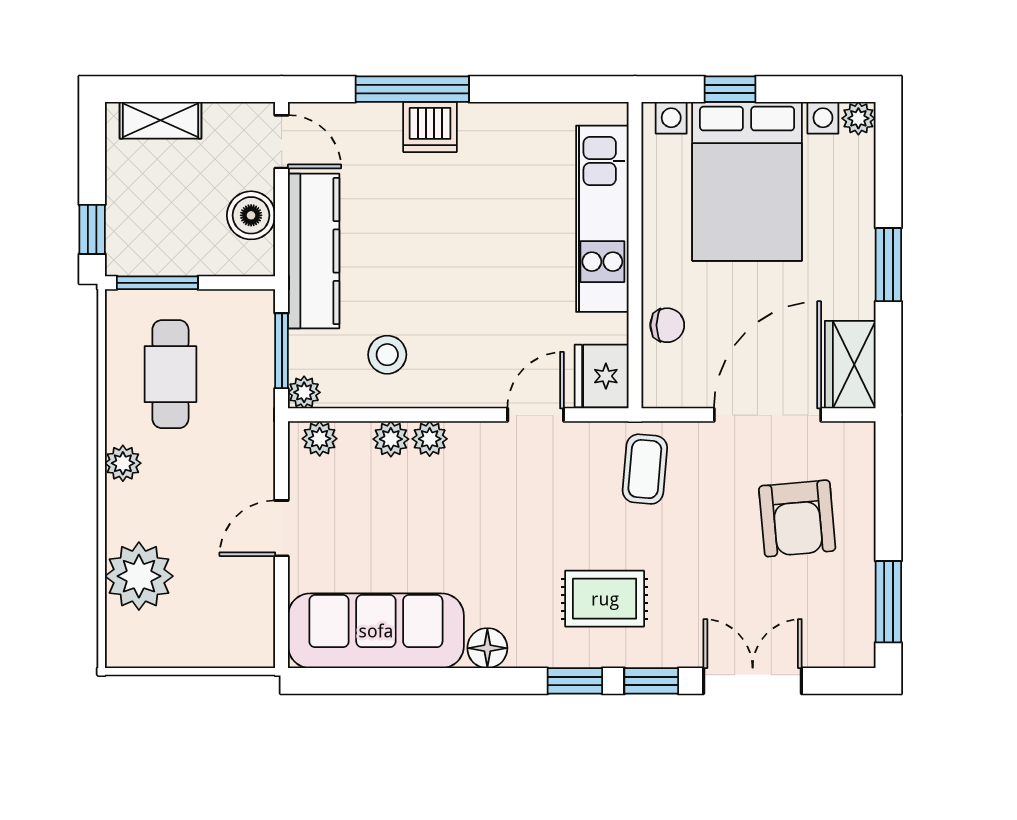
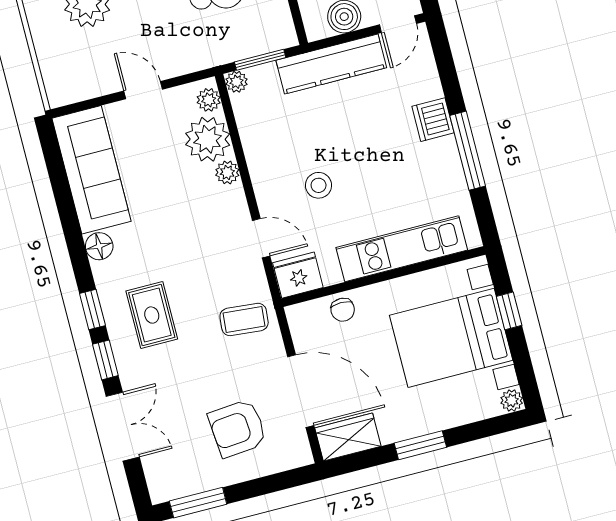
window: (412, 89) -> (468, 151), moved
stool: (387, 355) -> (319, 185), moved
plant: (391, 439) -> (208, 139), width x1.88, depth x1.88

